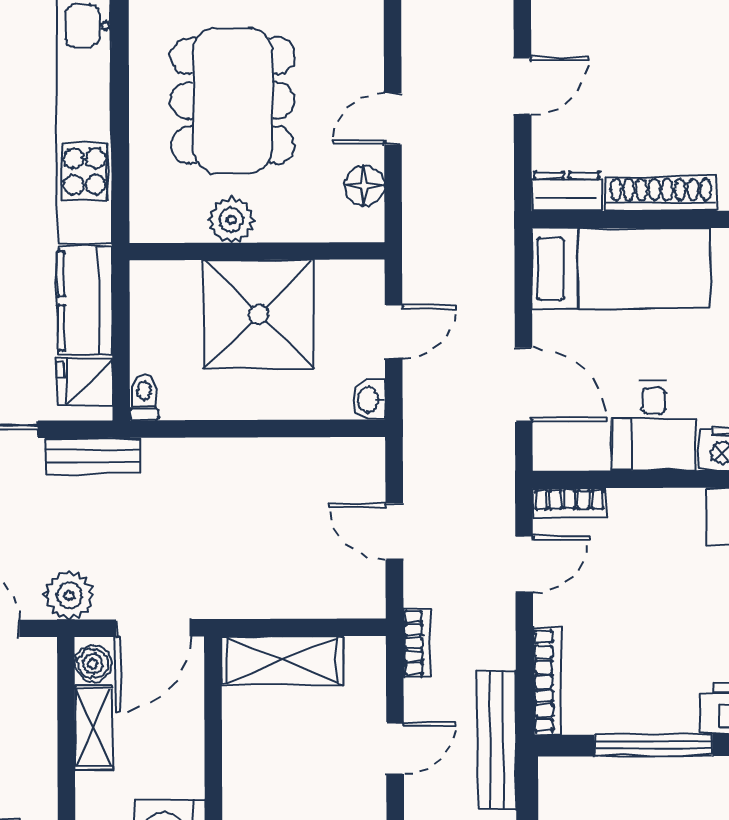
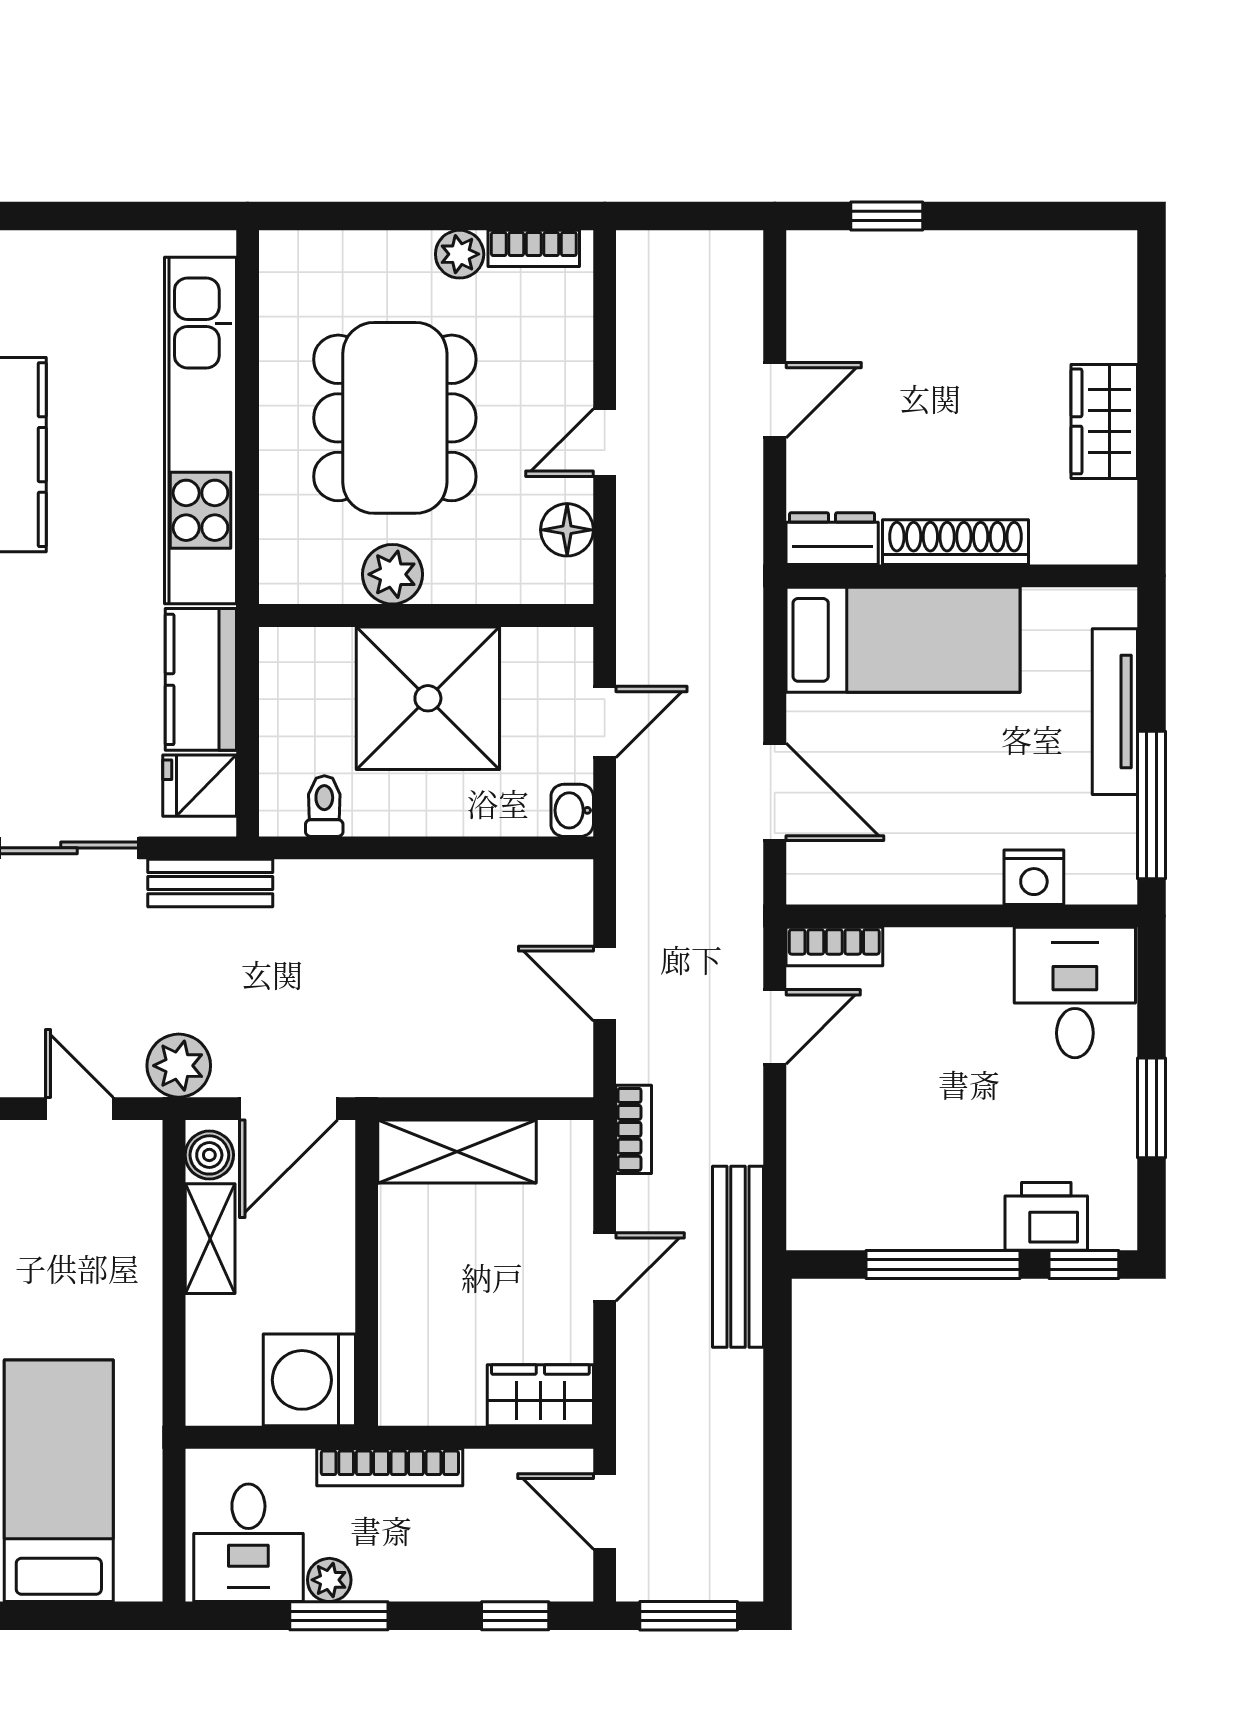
toilet: (144, 397) -> (324, 806), moved
desk: (654, 425) -> (945, 846), removed
bookcase: (547, 681) -> (804, 1180), removed

